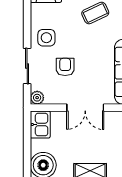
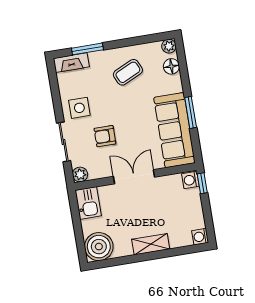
armchair: (65, 67) -> (105, 136), turned -90
double door: (85, 108) -> (134, 177), swing flipped

